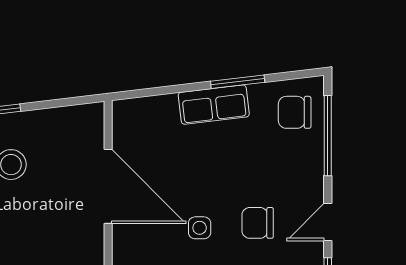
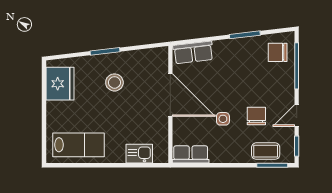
row of seats: (214, 105) -> (193, 52), moved
chair: (258, 223) -> (256, 116), turned 90

